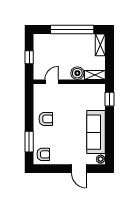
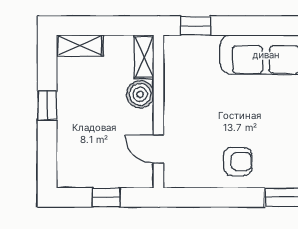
window: (72, 30) -> (47, 105), width x0.32
armchair: (46, 119) -> (238, 162), turned 90

